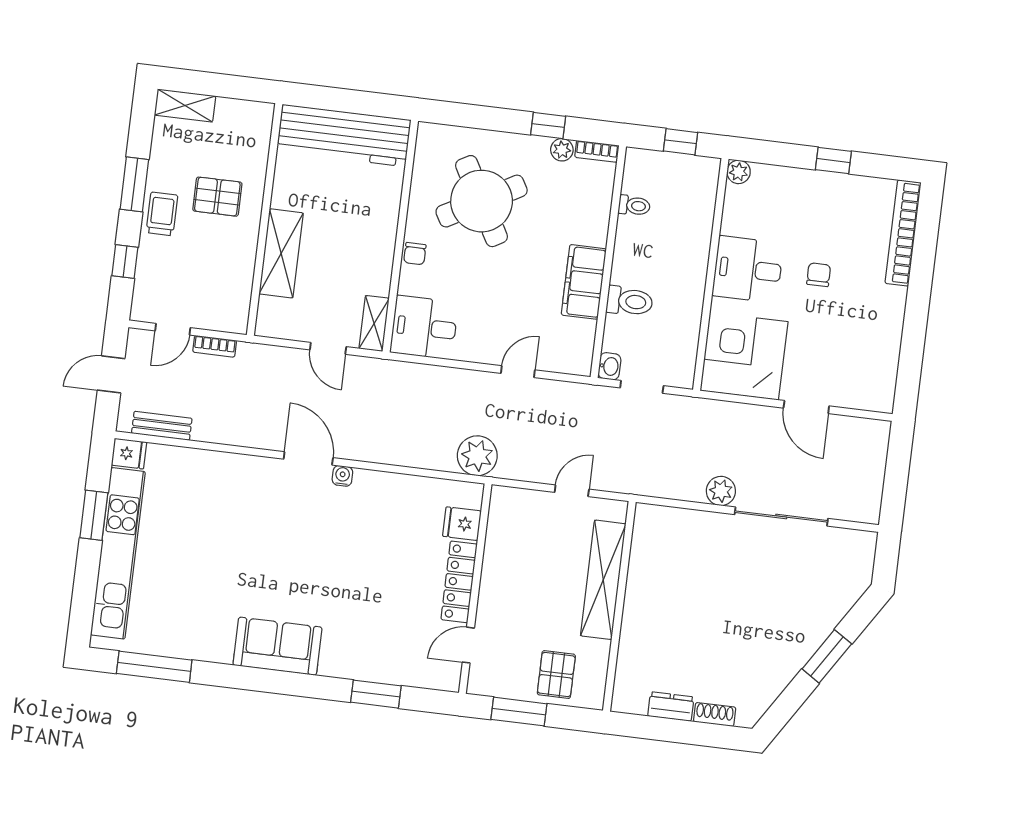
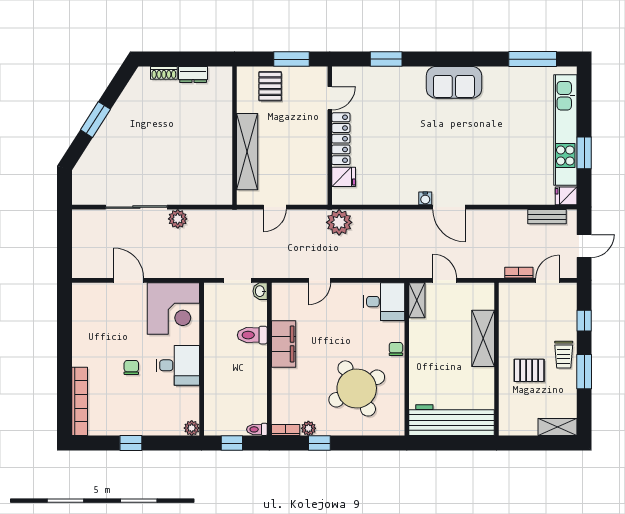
toilet: (634, 206) -> (257, 429), moved
chair: (819, 275) -> (131, 367), turned 180

